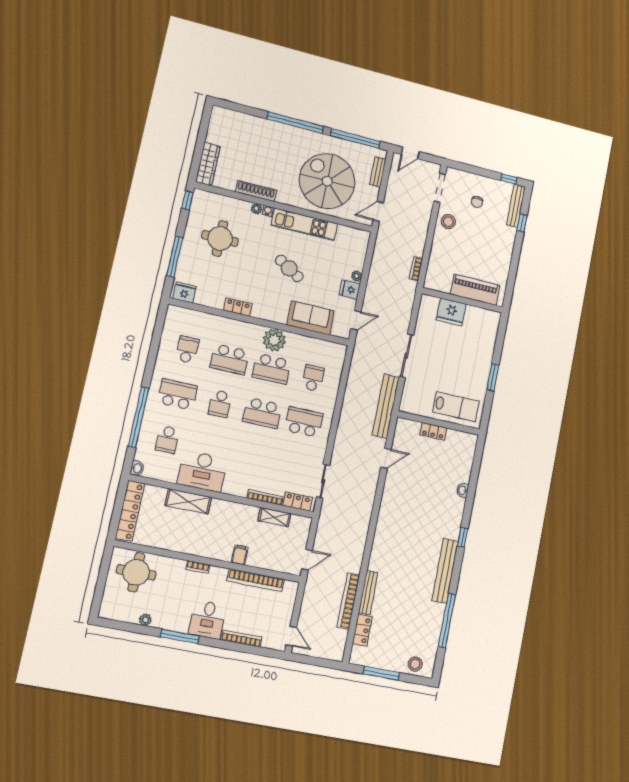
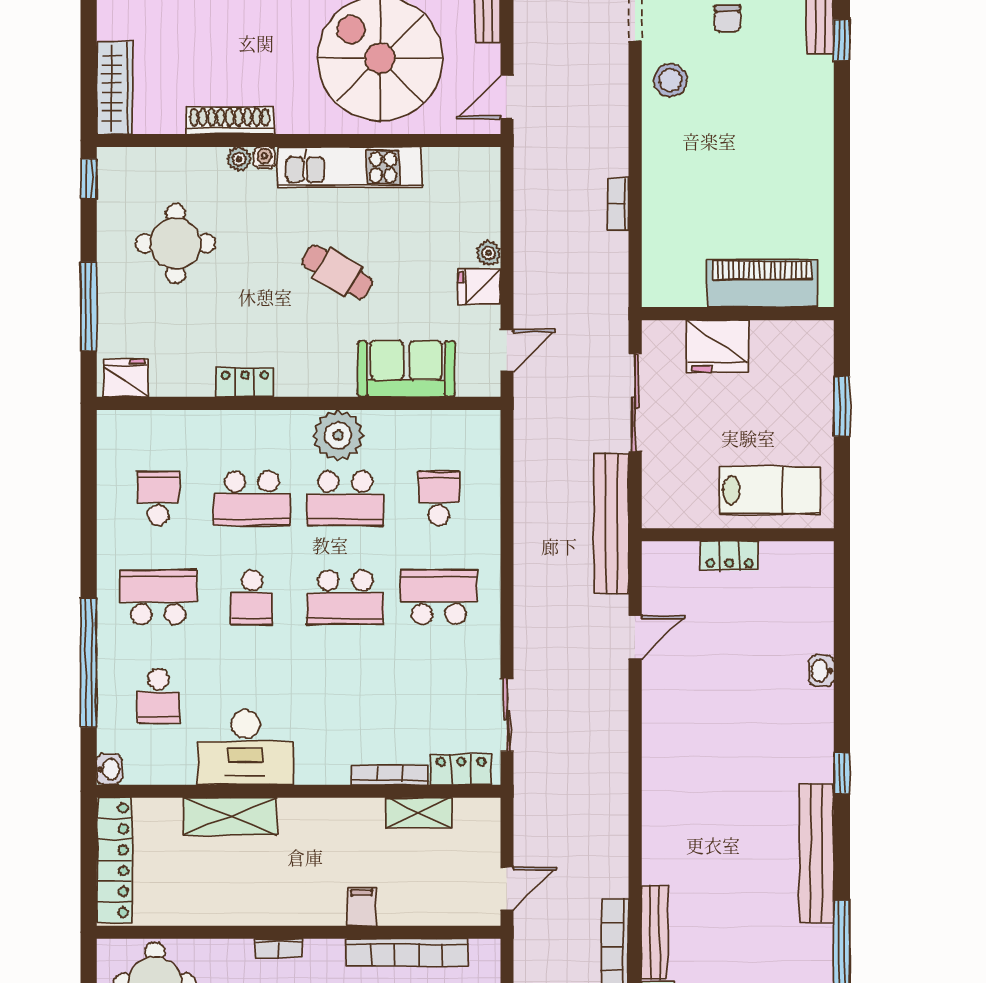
piano: (475, 290) -> (762, 283), moved
wall: (462, 300) -> (738, 314), moved
fridge: (451, 312) -> (717, 346), moved

